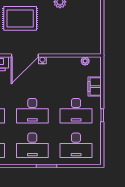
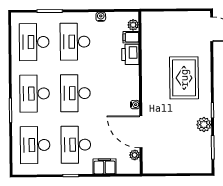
door: (25, 55) -> (141, 132), moved

